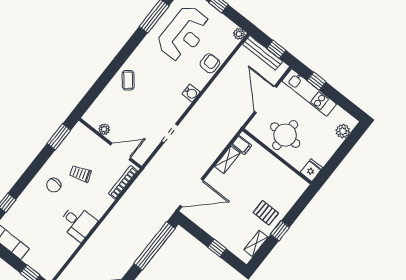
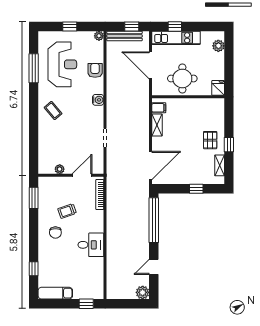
coffee table: (128, 80) -> (53, 111), moved
pallet: (266, 213) -> (210, 140), turned 90

